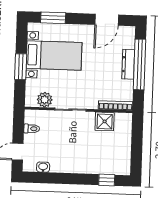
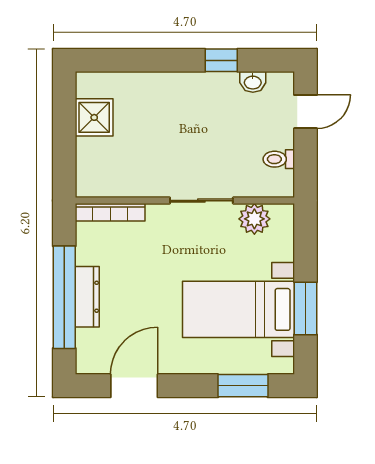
window: (21, 67) -> (306, 308), moved
shower: (105, 121) -> (94, 117), moved
window: (107, 180) -> (221, 60), moved

